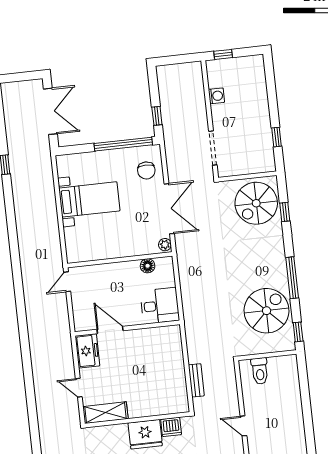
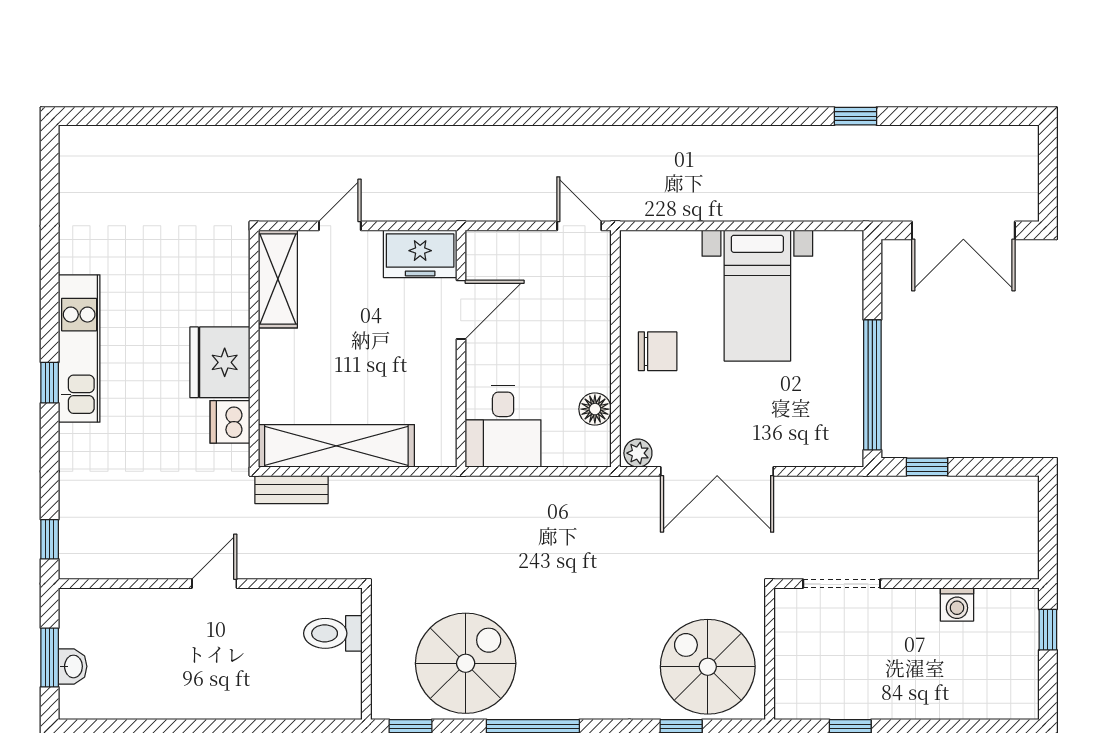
chair: (146, 170) -> (658, 351), moved, turned 180
spiral stairs: (267, 311) -> (466, 663), turned -90
shelving: (177, 379) -> (336, 446), added
bench: (196, 380) -> (291, 490), moved

